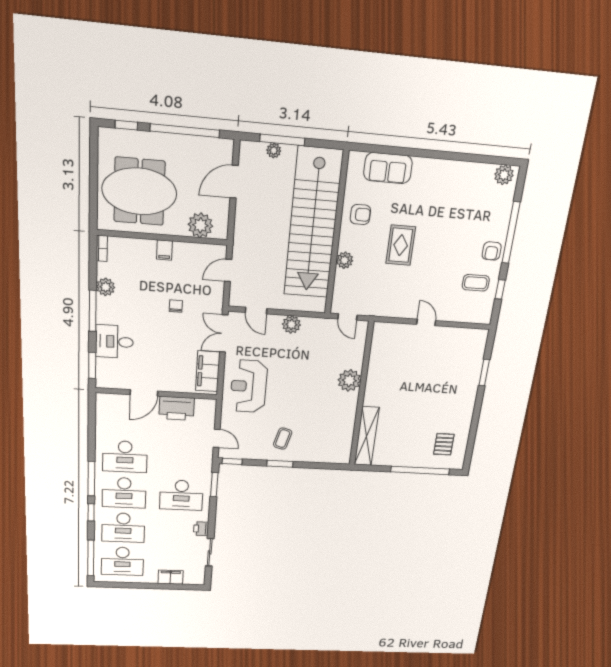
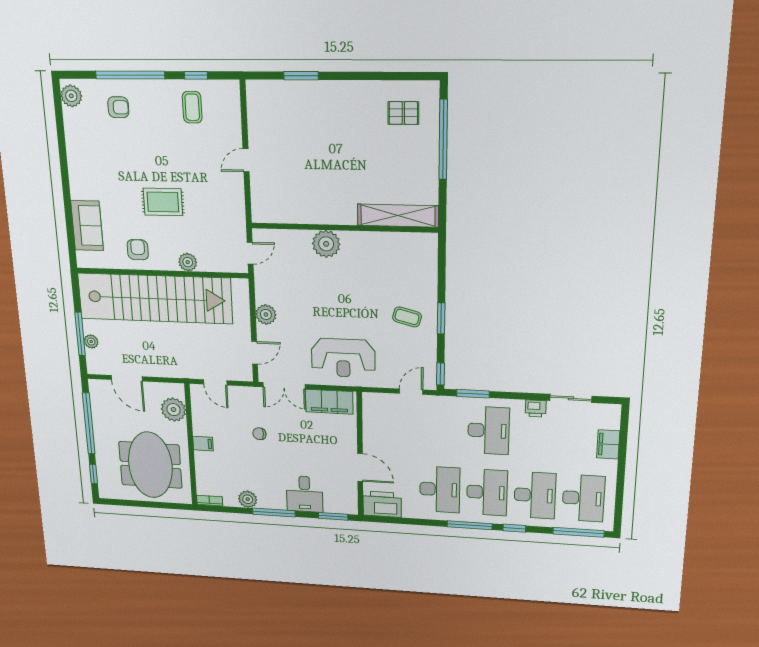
armchair: (492, 251) -> (118, 107), moved
printer: (177, 408) -> (382, 504), moved, turned -90

